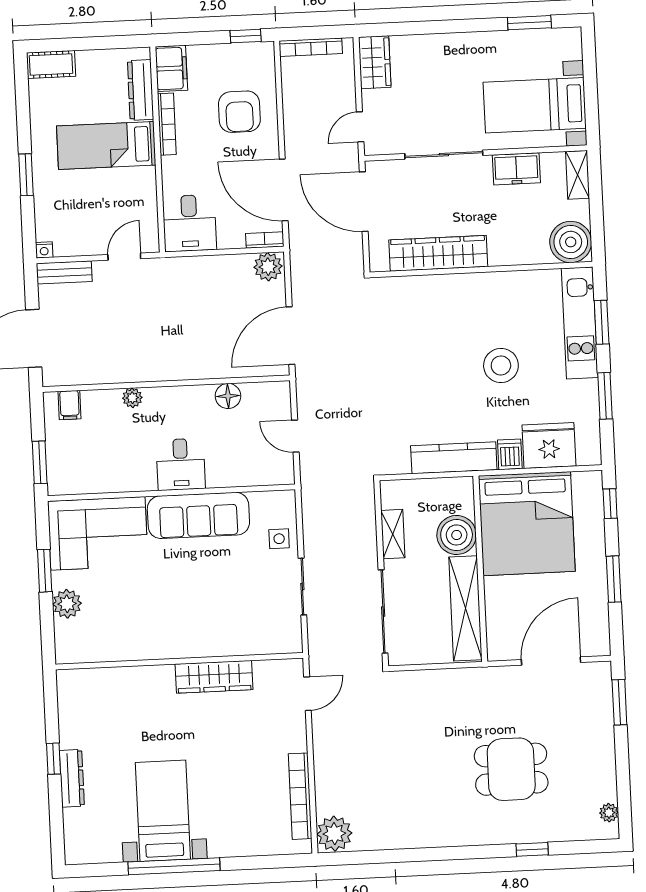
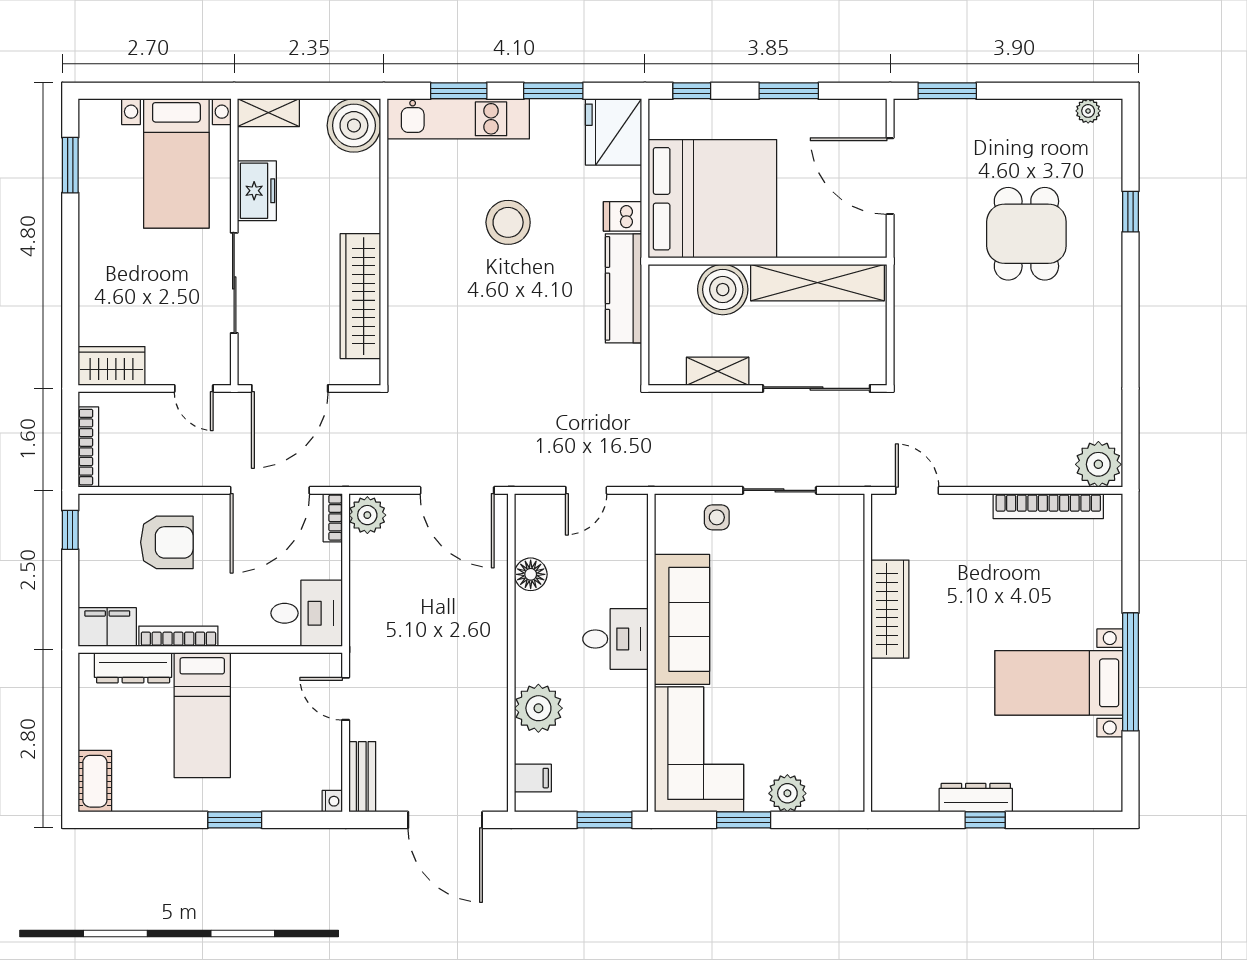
plant: (132, 398) -> (538, 708), width x1.88, depth x1.88
fridge: (549, 446) -> (614, 132), moved
dresser: (72, 778) -> (976, 798), moved

